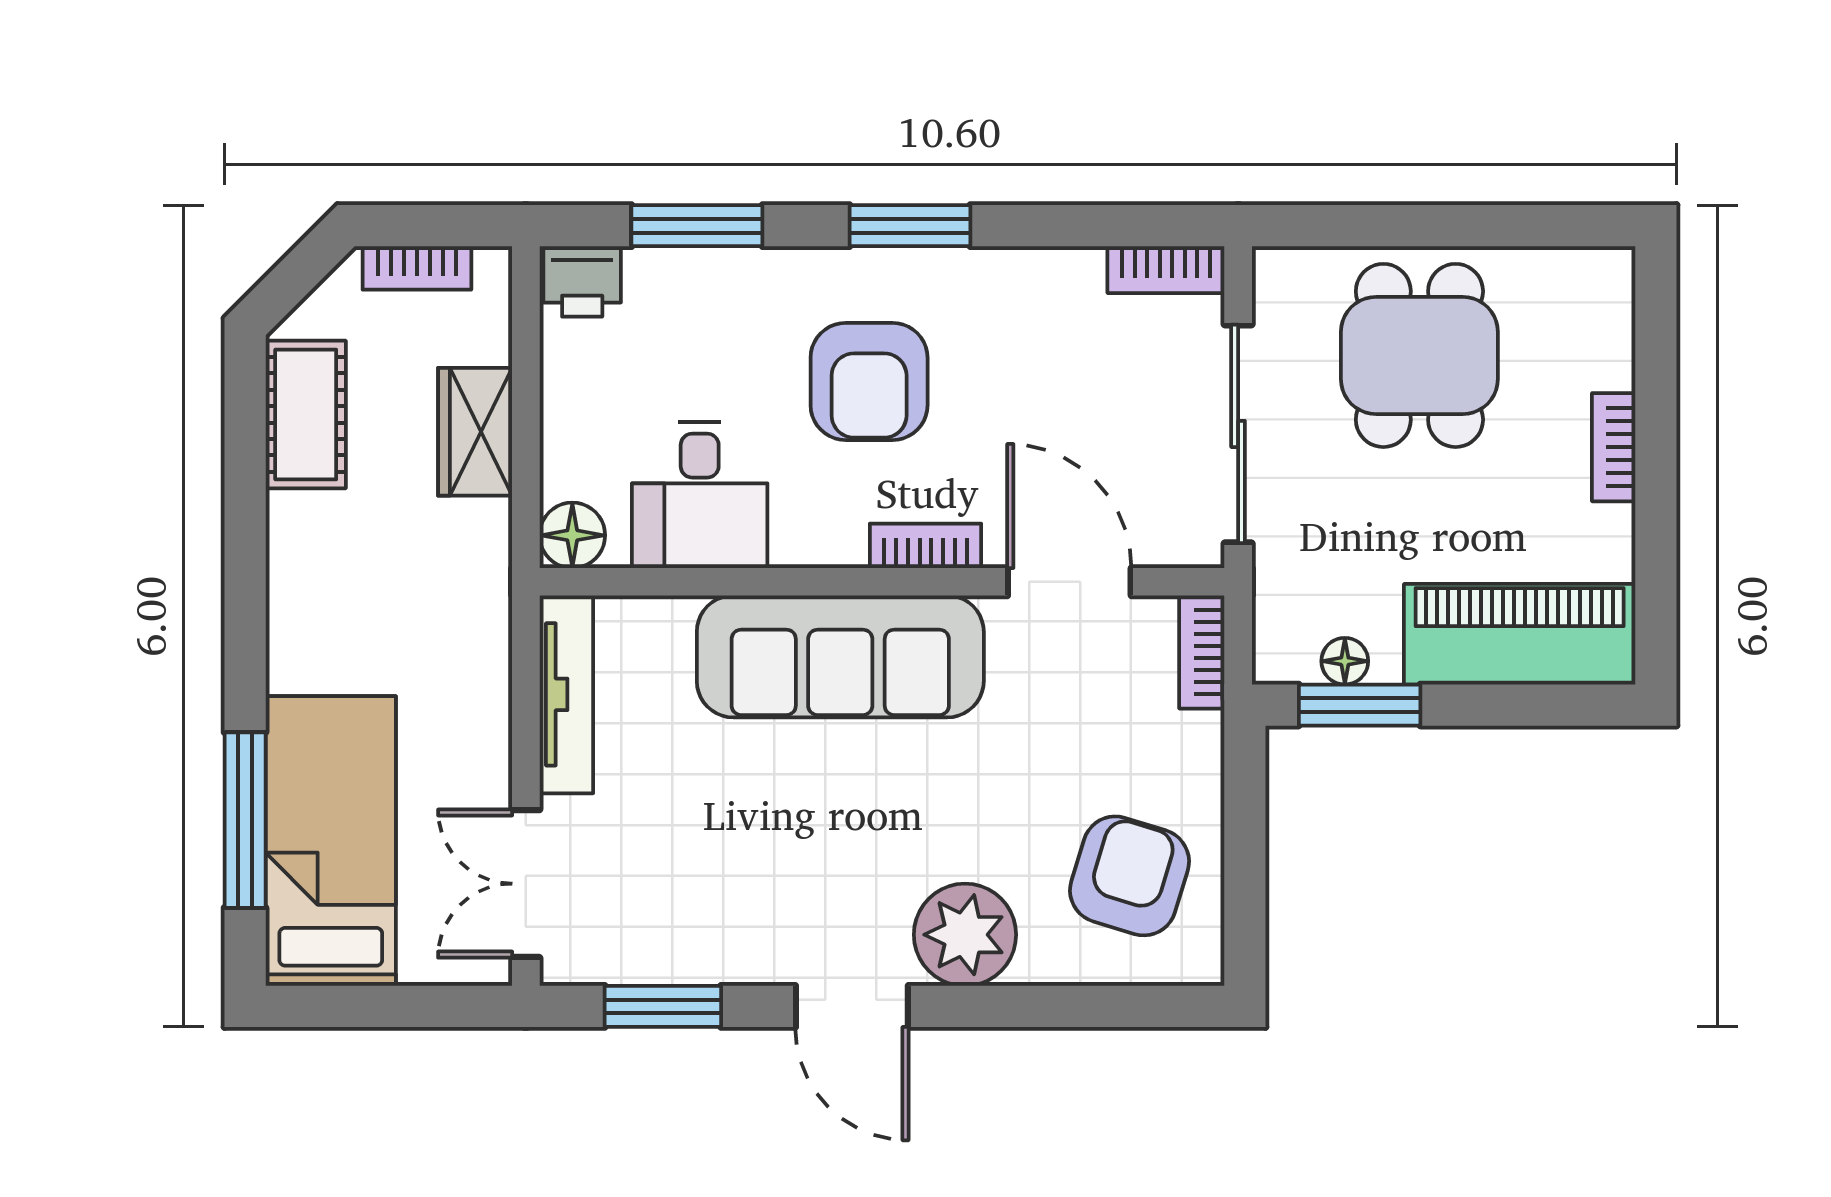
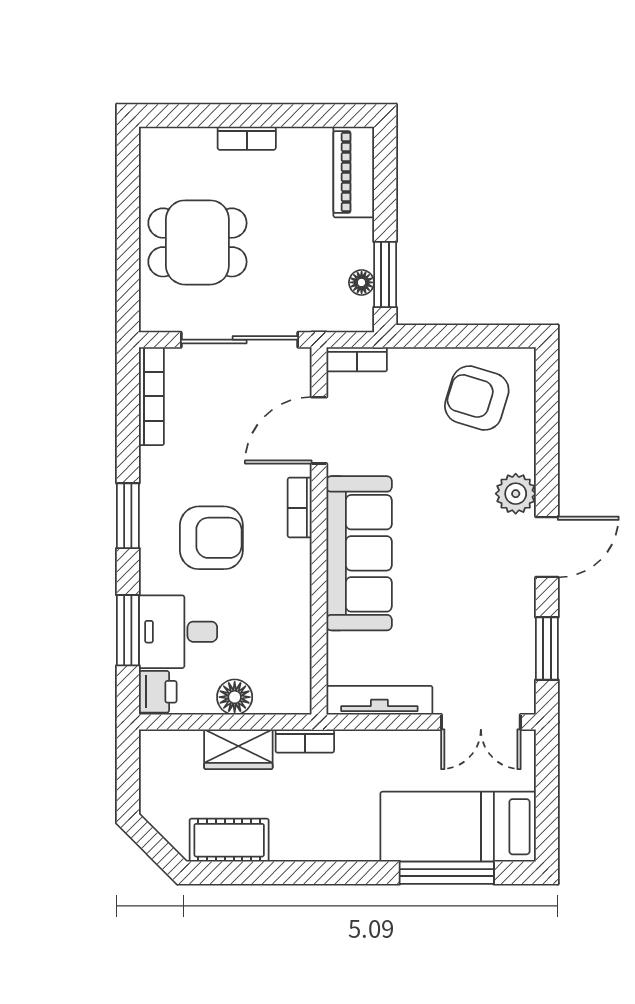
bookcase: (417, 268) -> (305, 741), moved, turned 90
bookcase: (1166, 270) -> (151, 396), width x1.56
desk: (700, 495) -> (178, 632), moved, turned 180
floor lamp: (572, 535) -> (235, 697), moved
piano: (1520, 634) -> (354, 172), width x0.73, depth x0.75
plant: (965, 935) -> (516, 494), width x0.73, depth x0.73

